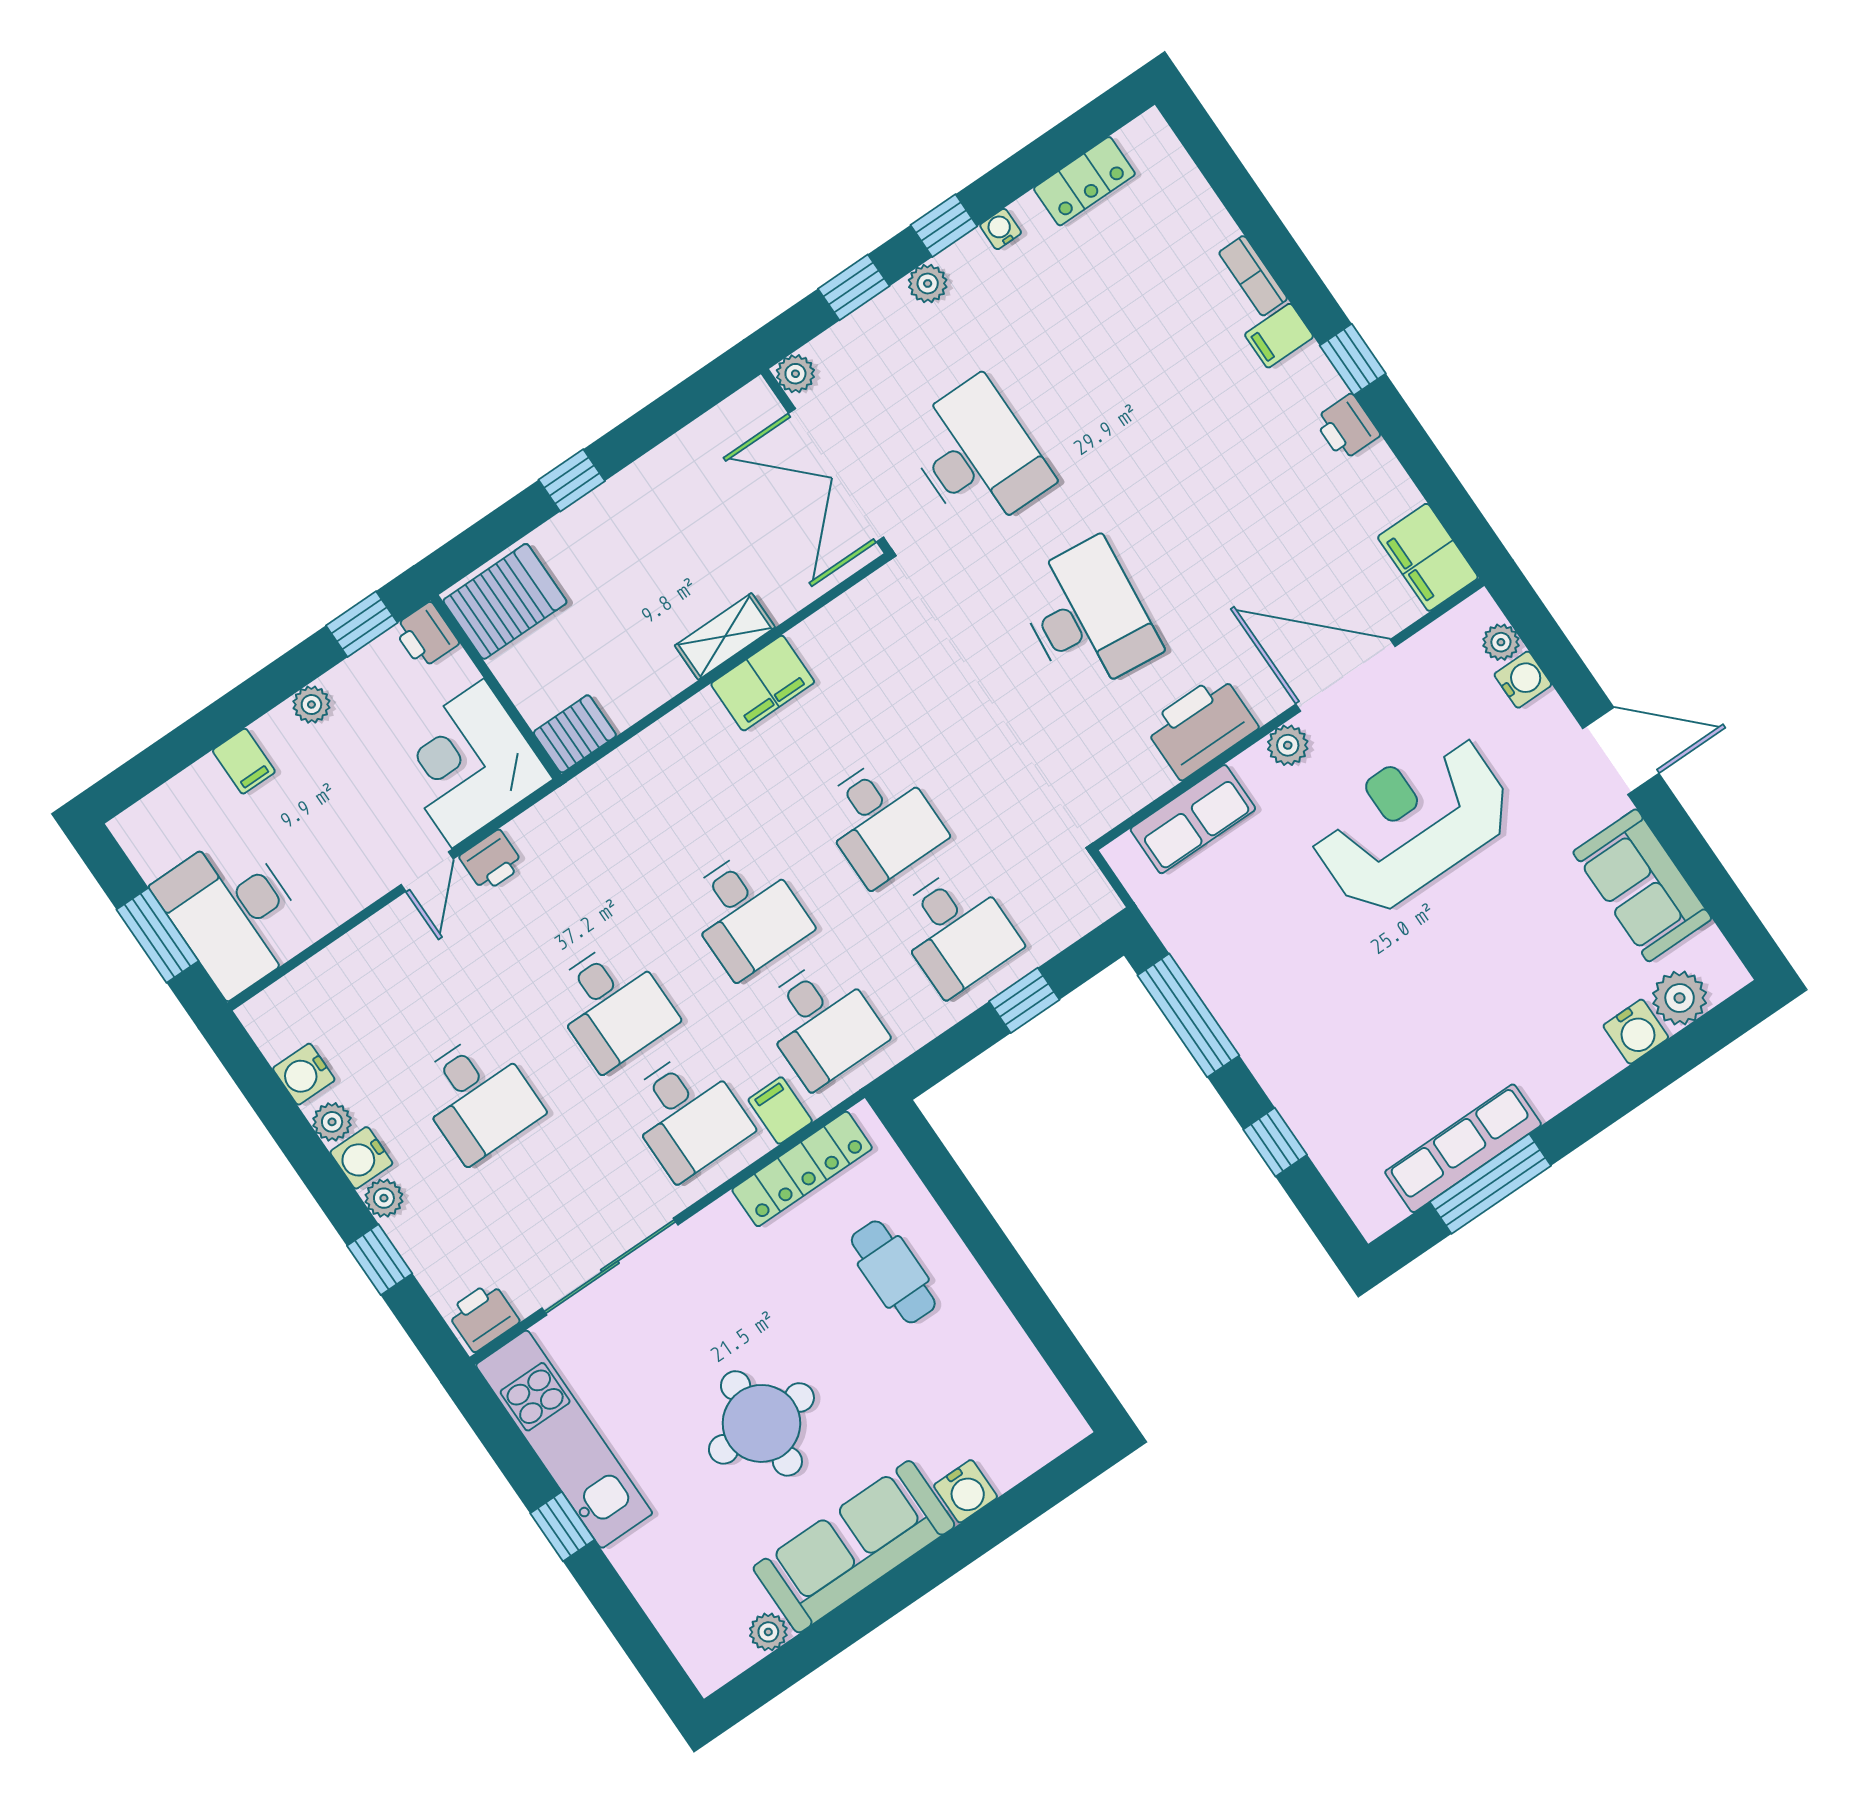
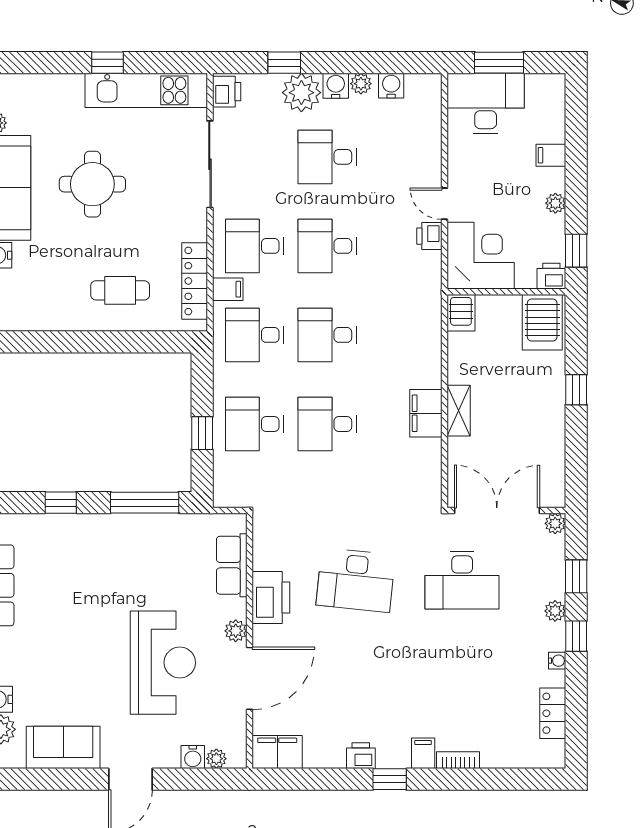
plant: (384, 1198) -> (301, 93), width x1.88, depth x1.88

